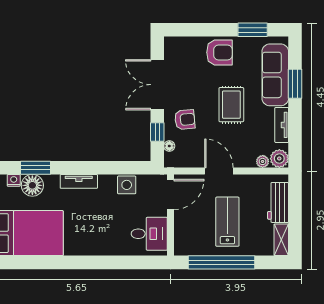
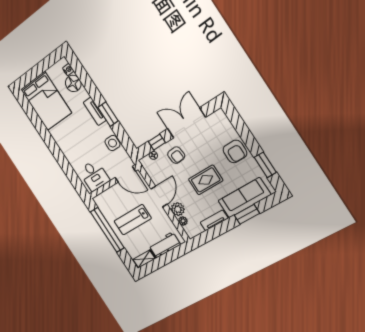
plant: (279, 159) -> (178, 209), moved
window: (35, 168) -> (108, 114), moved
lab bench: (227, 222) -> (133, 220), turned 180

